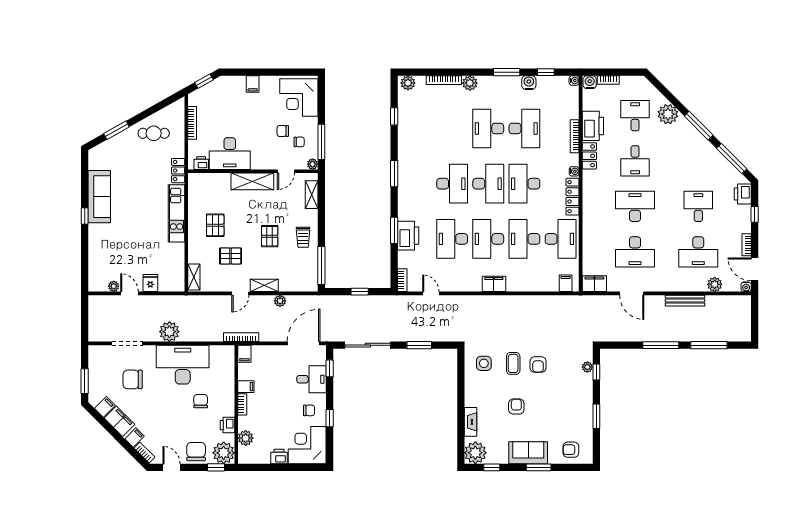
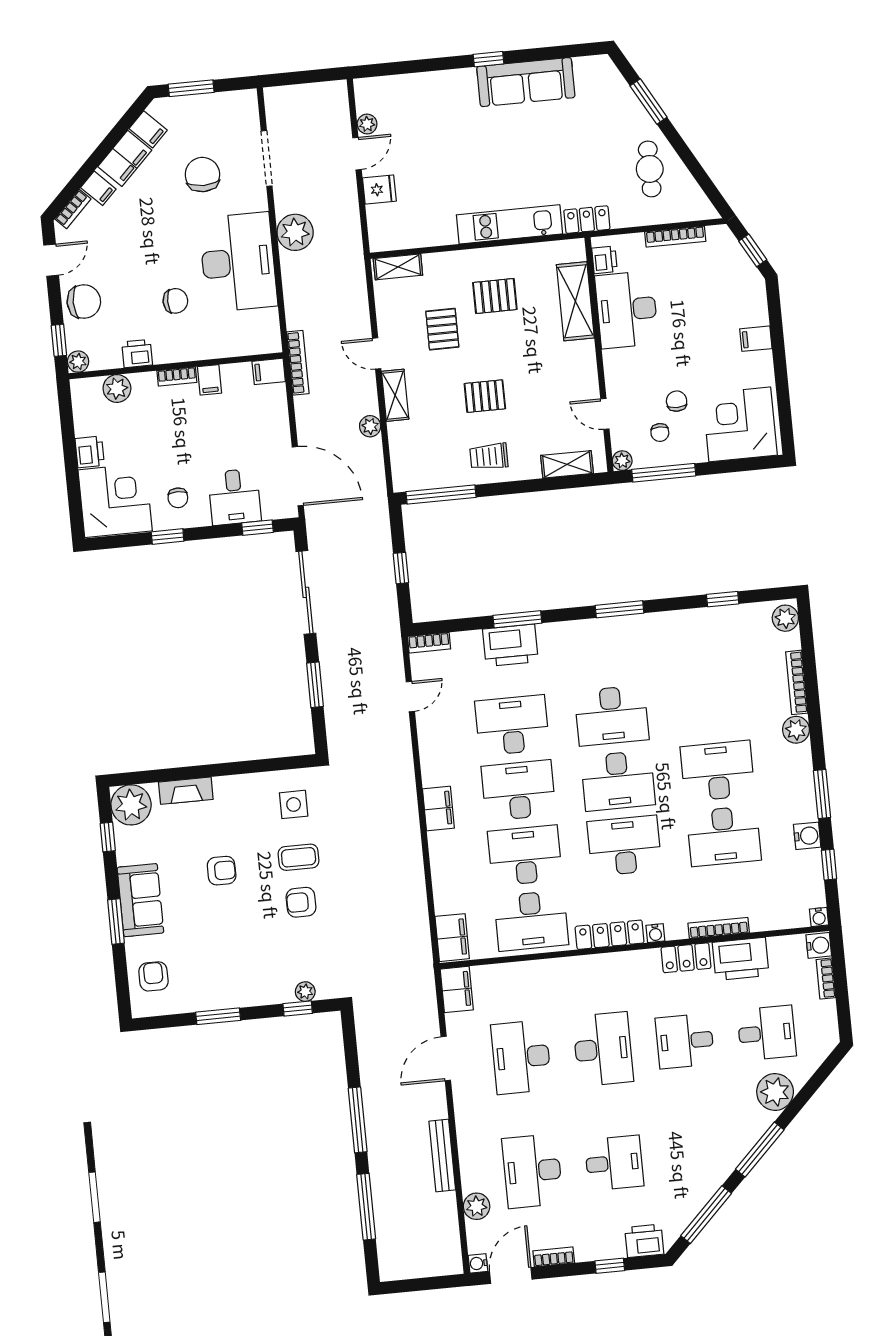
shelving: (252, 181) -> (575, 301), moved
filing cabinet: (566, 283) -> (452, 938), width x2.00
plant: (224, 453) -> (78, 362), width x0.53, depth x0.53

